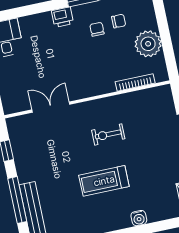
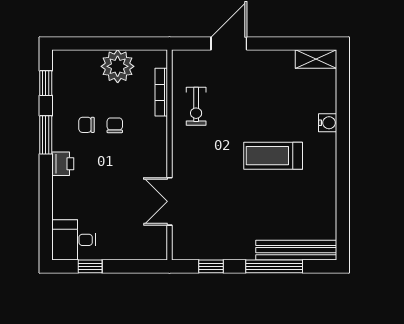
chair: (119, 21) -> (115, 125), moved
exercise bike: (108, 134) -> (196, 106), moved
treadmill: (104, 181) -> (273, 156), turned 90

